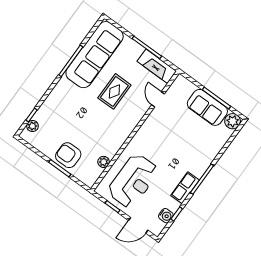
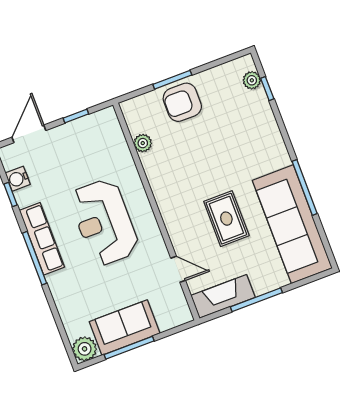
armchair: (68, 155) -> (182, 102), turned 180
reception desk: (133, 181) -> (104, 222), moved
row of seats: (185, 188) -> (42, 239), width x1.48

